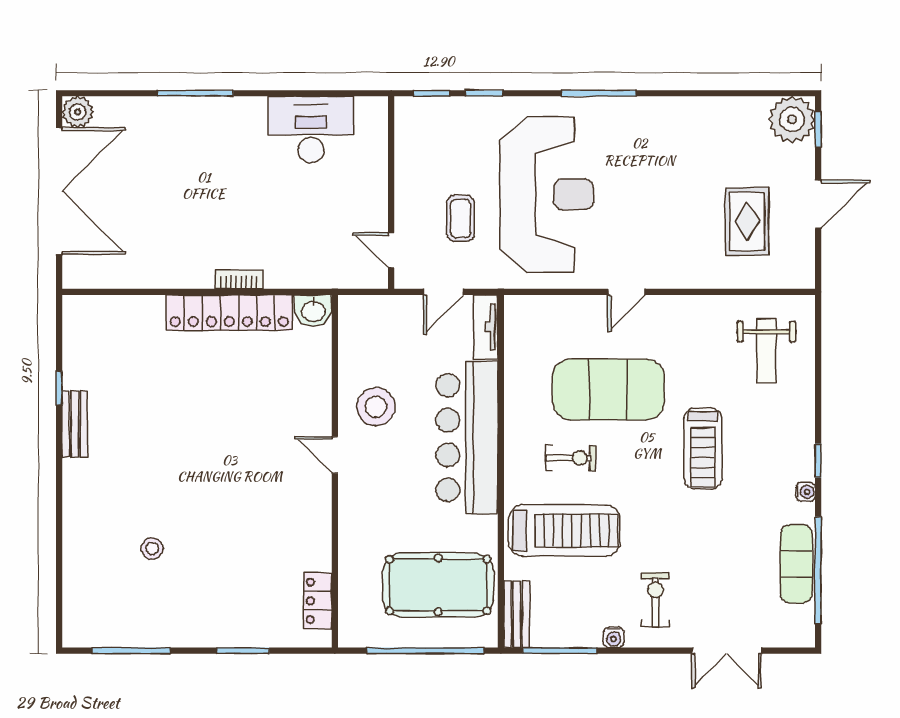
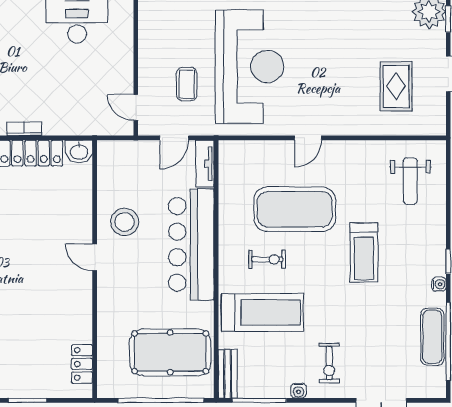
exercise bike: (655, 600) -> (329, 363), turned 180

